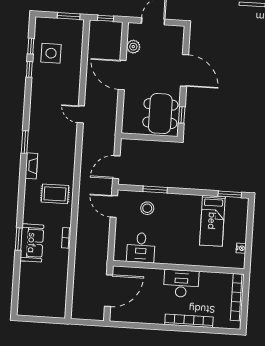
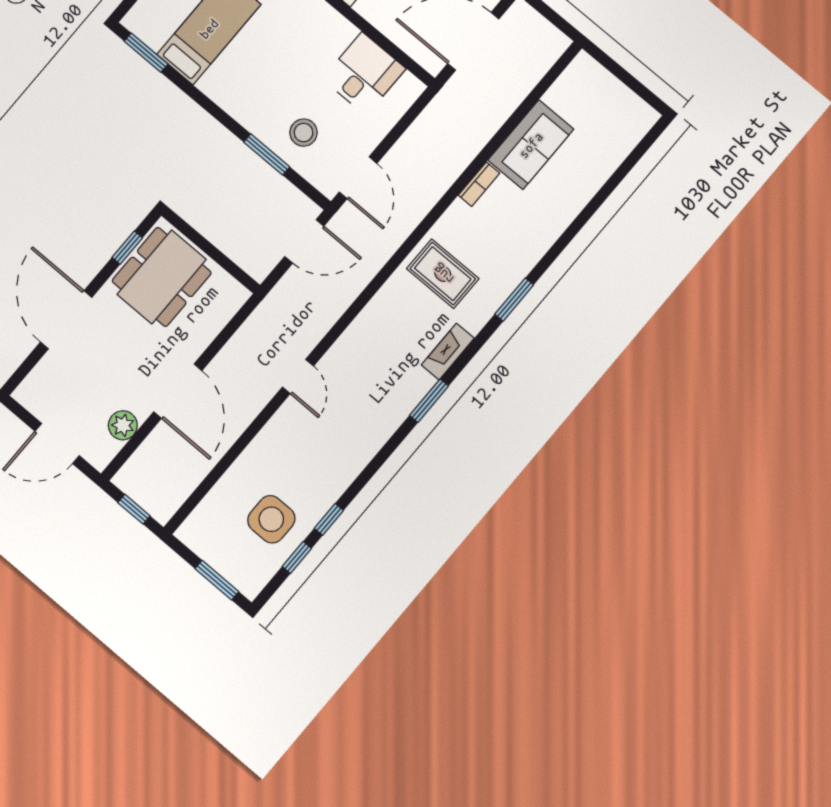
window: (69, 16) -> (217, 580), moved
window: (19, 239) -> (514, 300), moved
sofa: (32, 243) -> (531, 145), moved, turned 180

